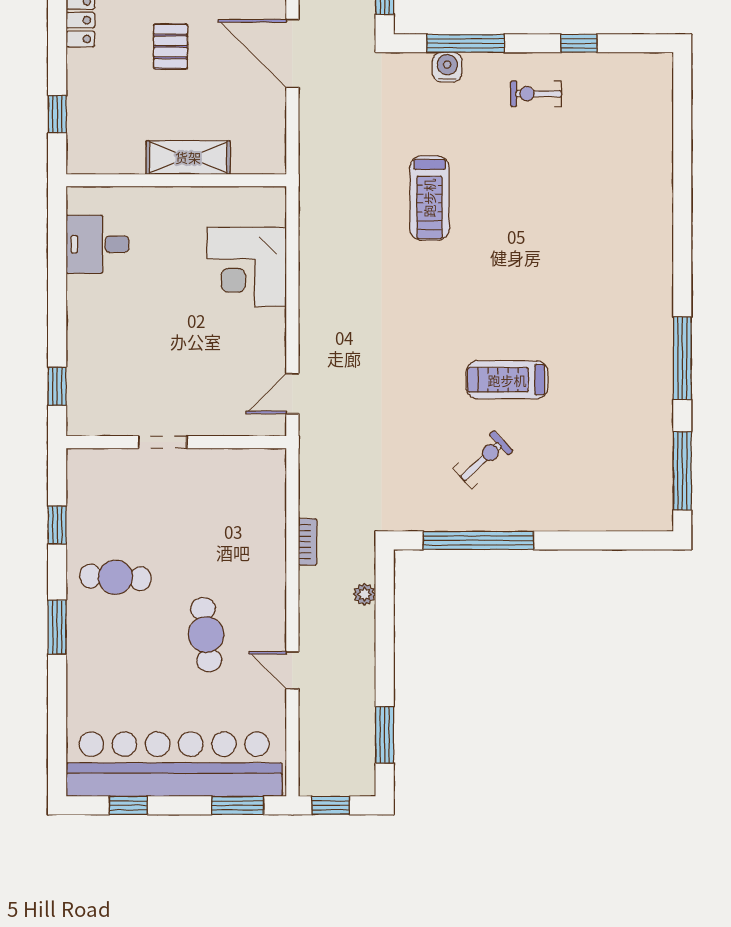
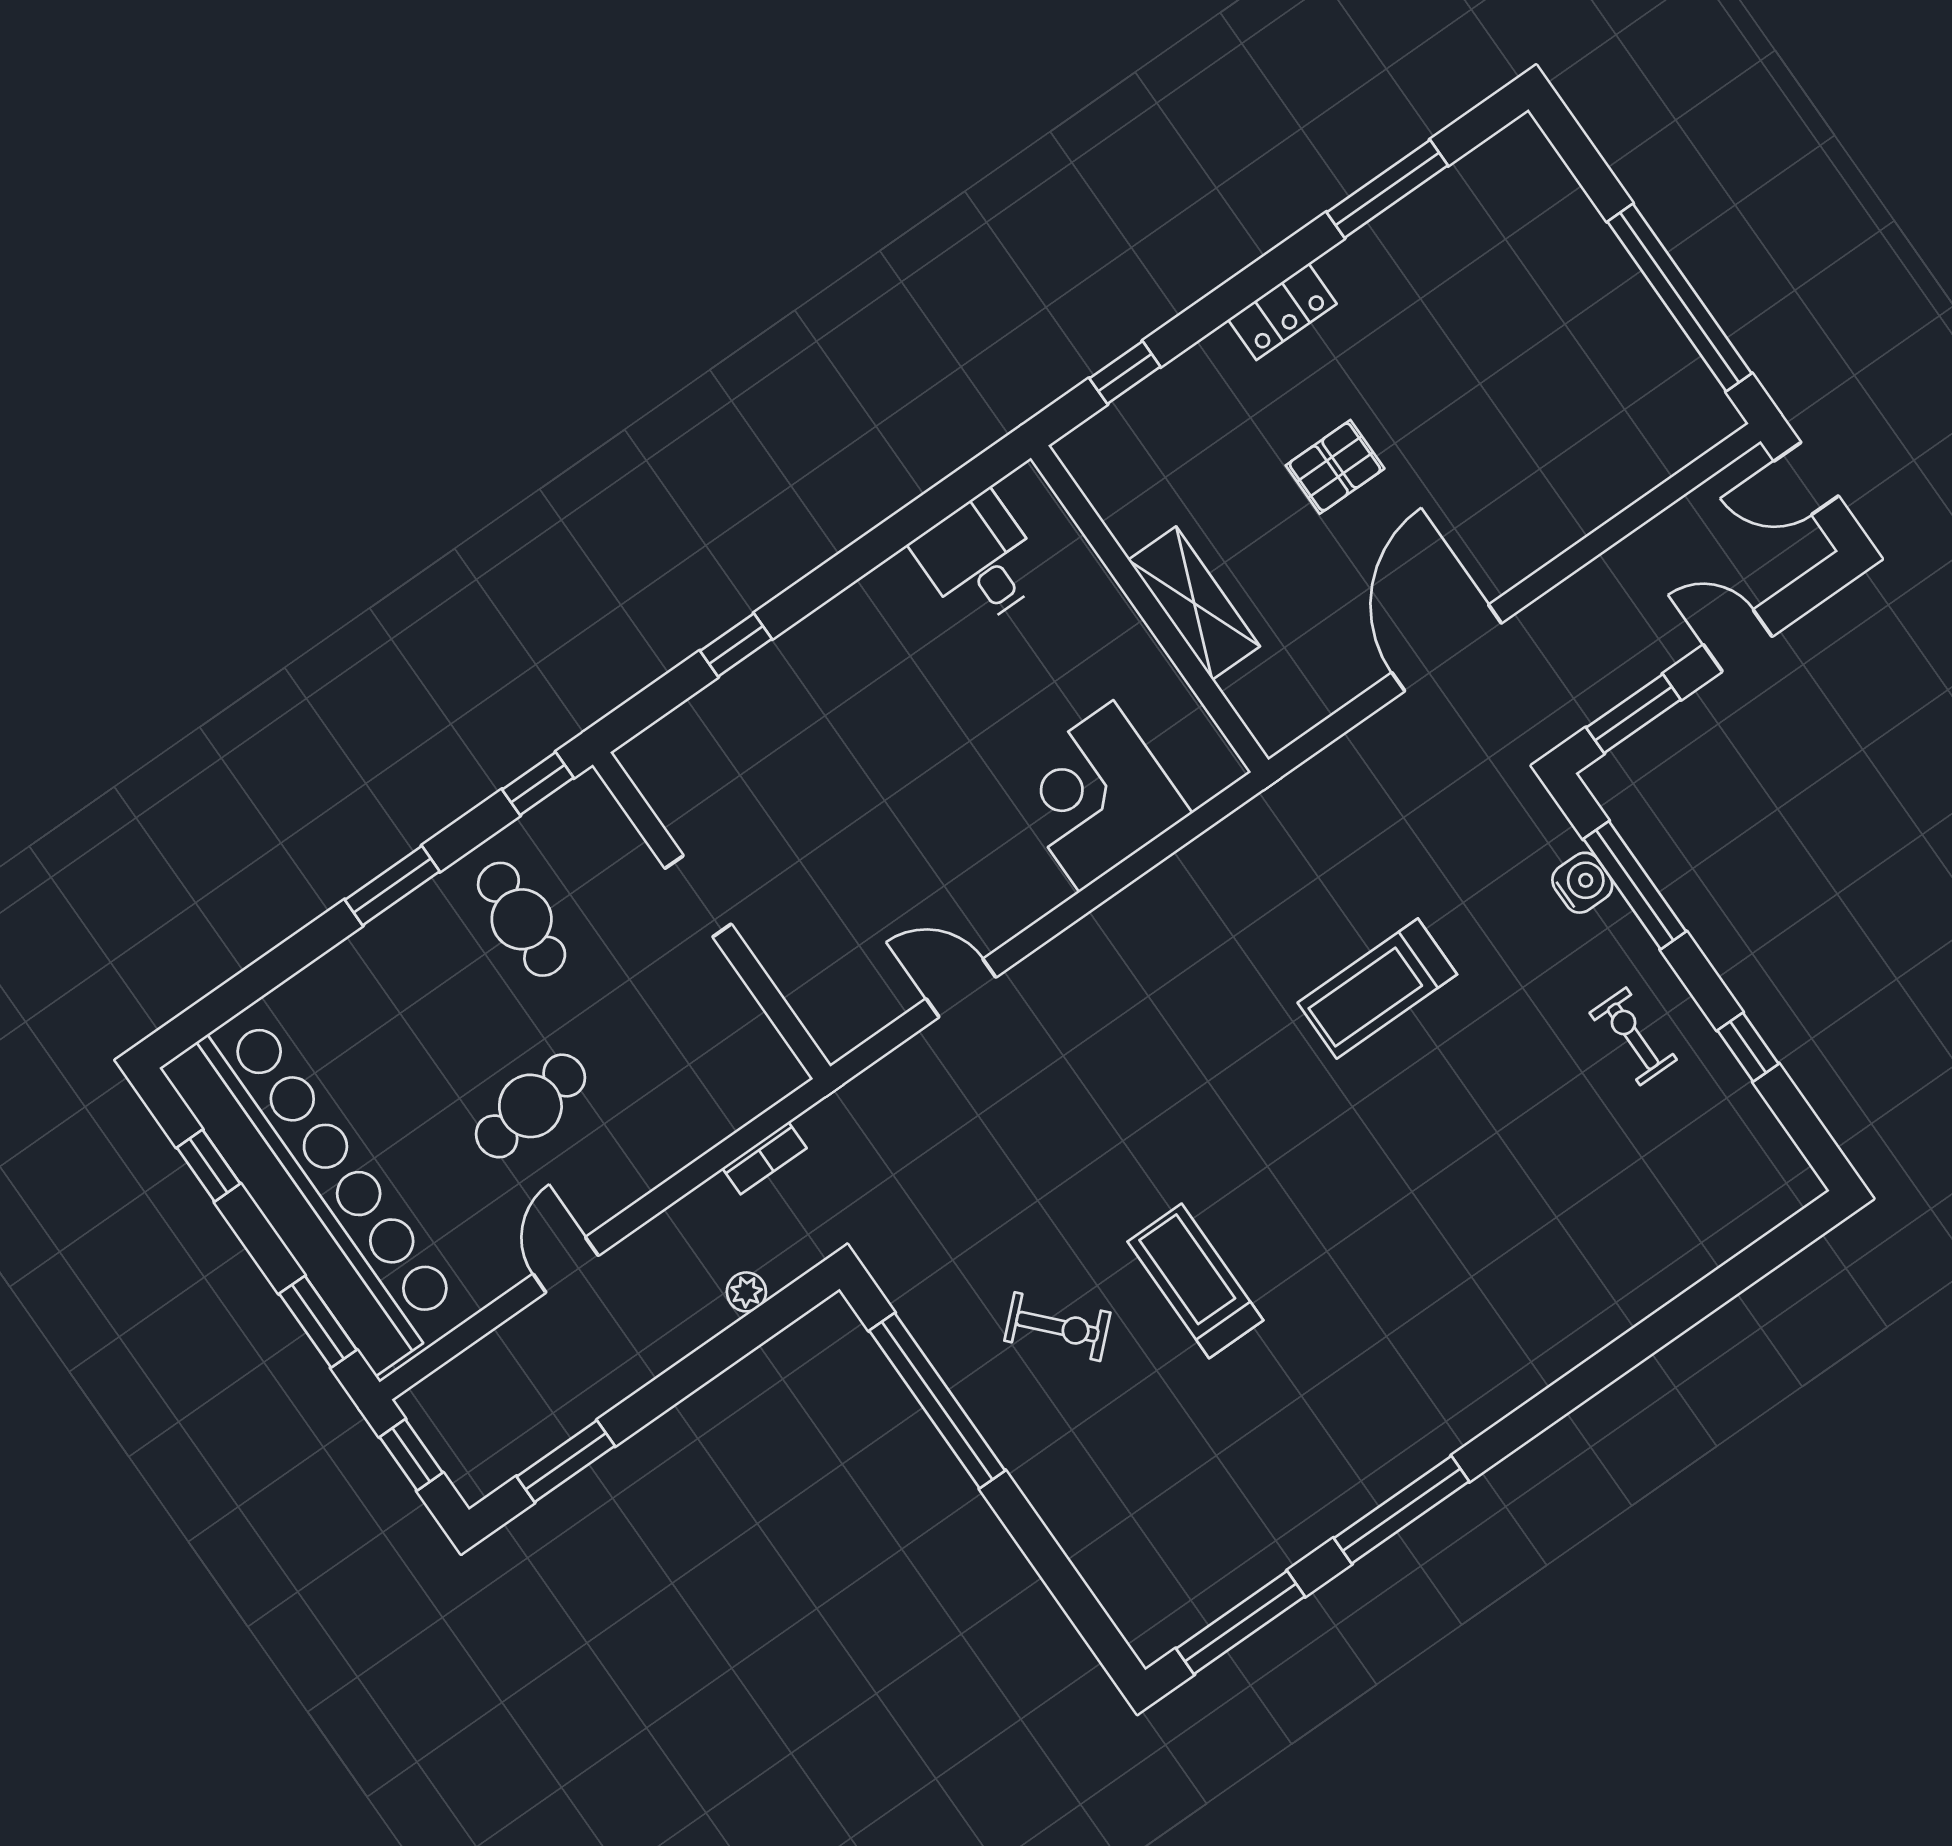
doorway: (163, 442) -> (698, 896), moved
wall: (176, 442) -> (712, 916), moved

